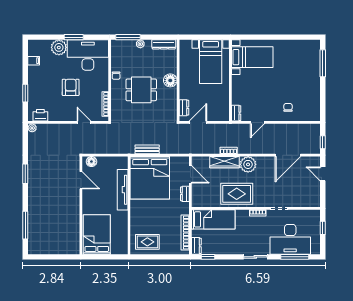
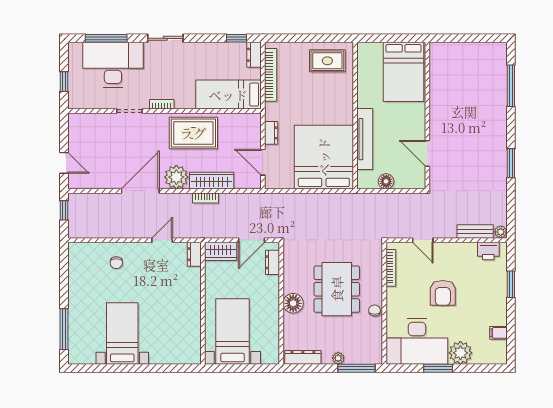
bed with nightstands: (252, 57) -> (122, 333), moved, turned 90
dining table: (141, 90) -> (337, 289), width x1.38
wardrobe: (218, 115) -> (221, 251), added
bench: (147, 149) -> (475, 231), moved
door: (288, 155) -> (140, 191), moved
floor lamp: (91, 162) -> (386, 181), moved

